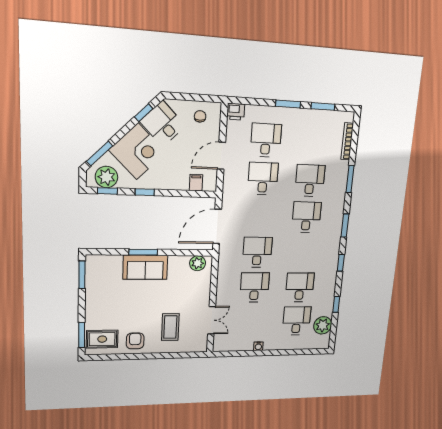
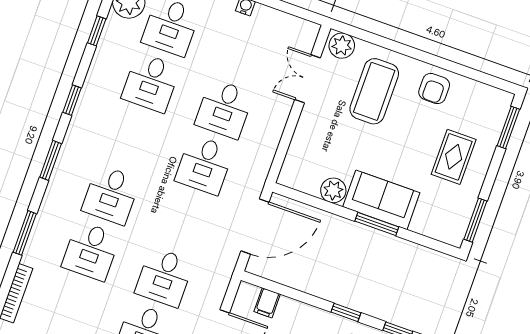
plant: (198, 263) -> (333, 190), moved
coffee table: (170, 327) -> (374, 91), width x1.36, depth x1.32
rug: (102, 339) -> (454, 157), moved, turned 90
plant: (197, 345) -> (342, 46), added

